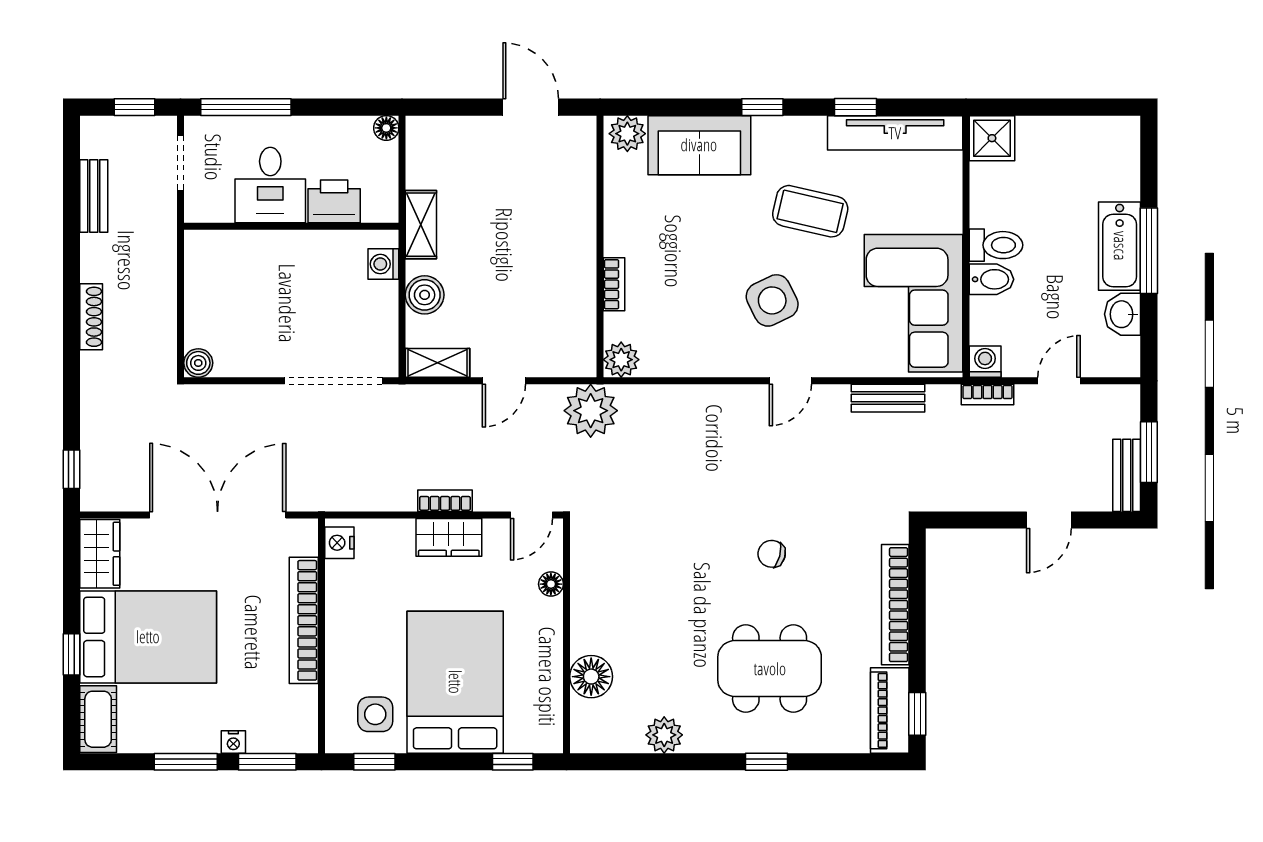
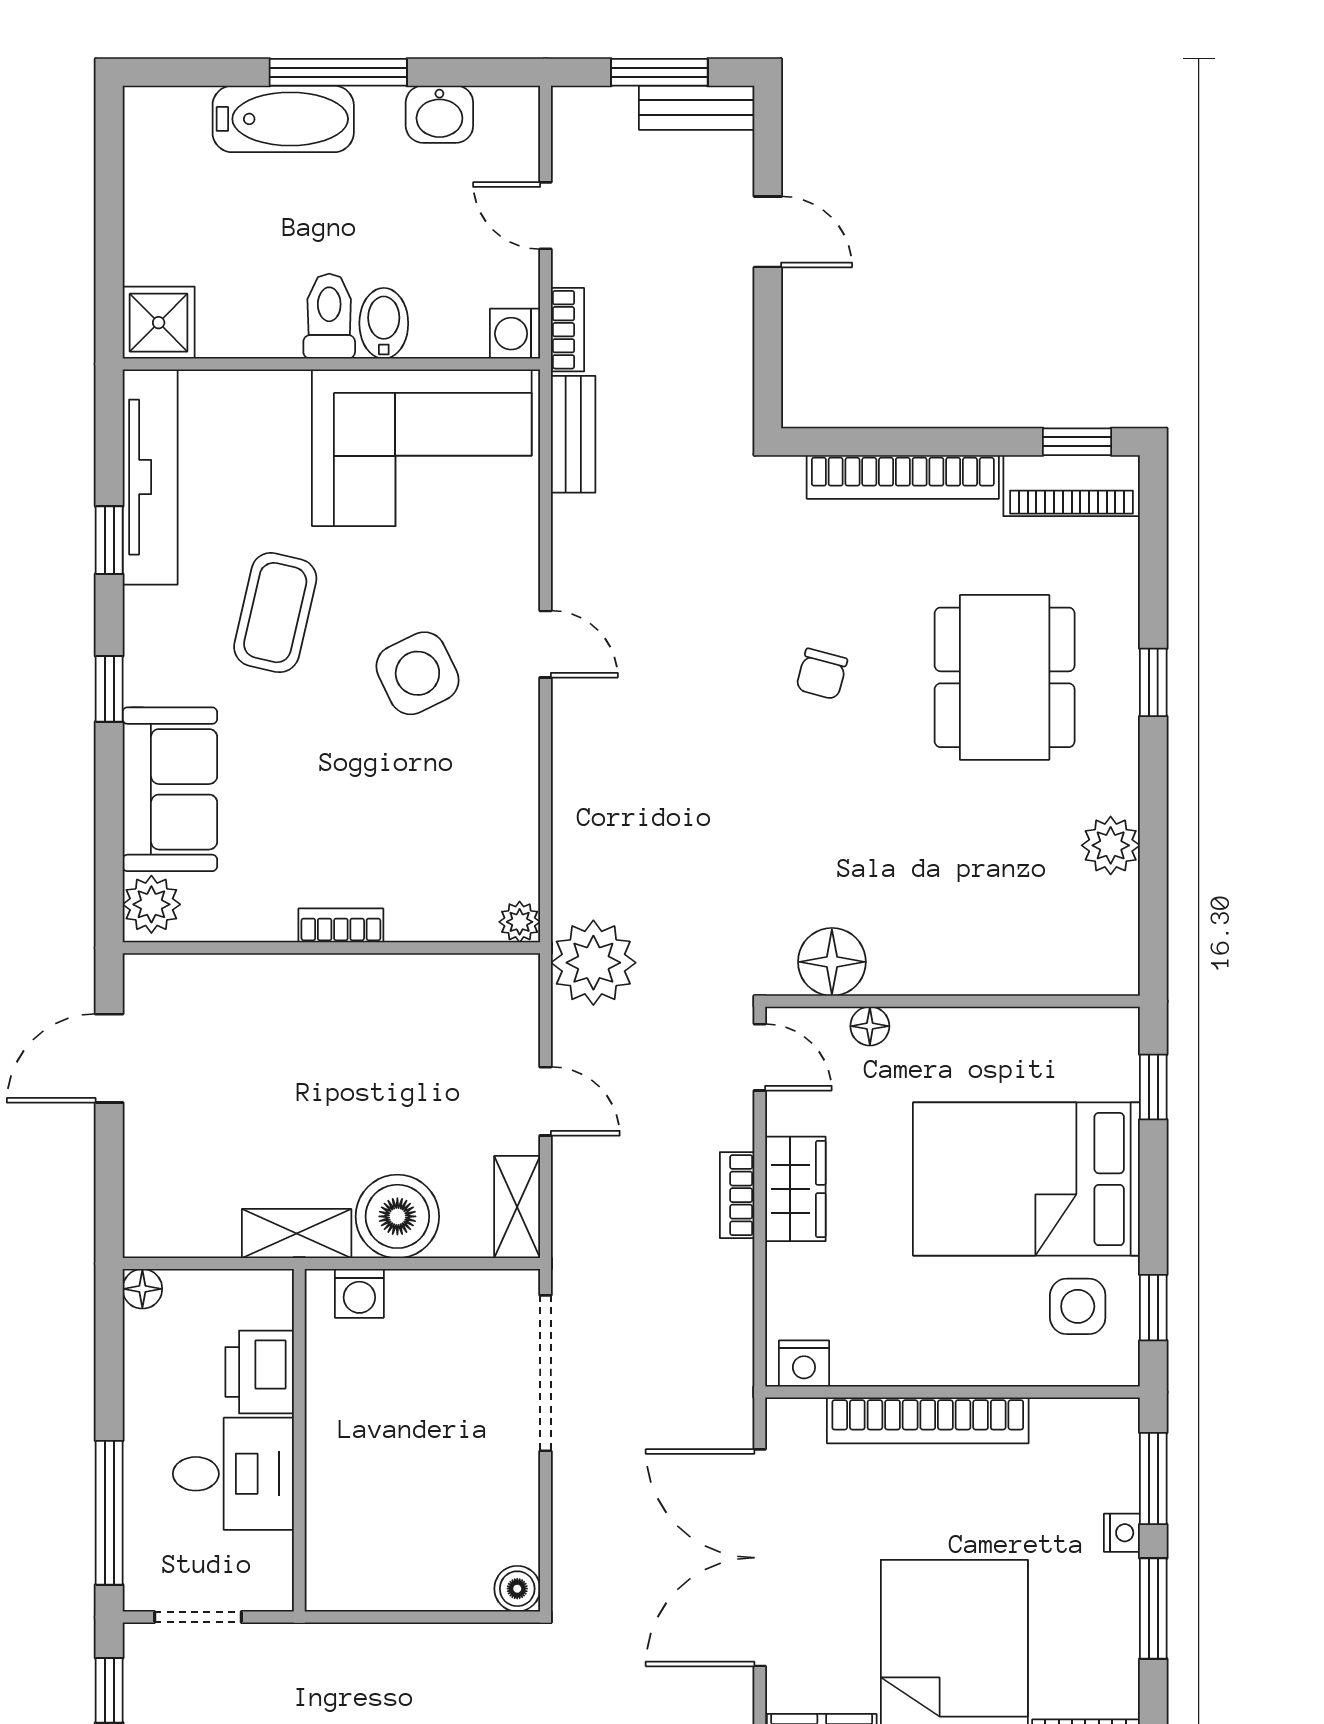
bathtub: (1120, 246) -> (283, 119), moved
bookcase: (614, 284) -> (341, 925), moved
boiler: (425, 295) -> (397, 1216), width x1.37, depth x1.37
plant: (621, 360) -> (520, 922), width x0.73, depth x0.73
bench: (888, 398) -> (573, 434), moved
floor lamp: (591, 677) -> (832, 962), moved

